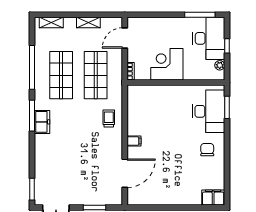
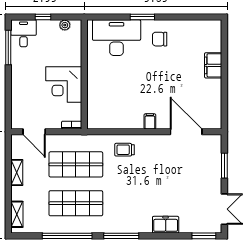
desk: (209, 38) -> (24, 33), width x0.53, depth x0.77
window: (227, 107) -> (142, 17), moved
freezer: (42, 122) -> (166, 225), moved
filing cabinet: (213, 197) -> (213, 65), moved

